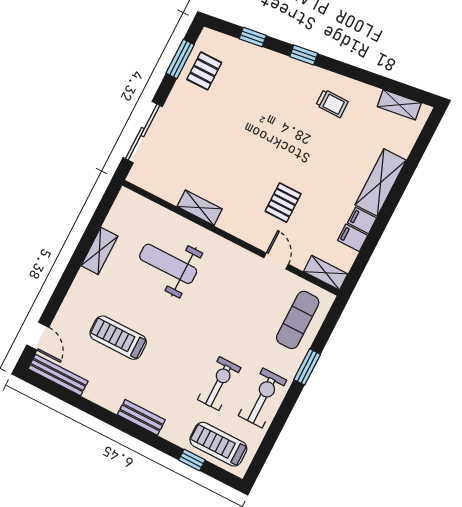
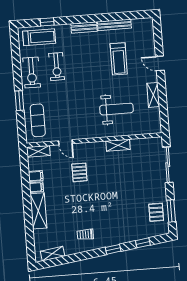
door: (38, 336) -> (160, 63), moved
treadmill: (118, 338) -> (119, 59), turned 90
bench: (58, 375) -> (114, 25), moved

